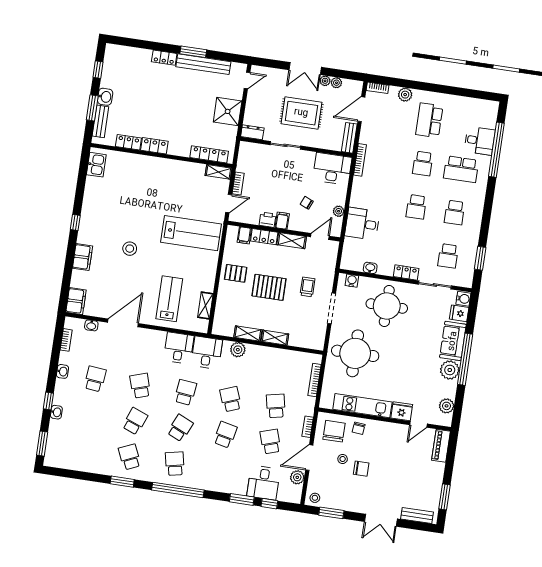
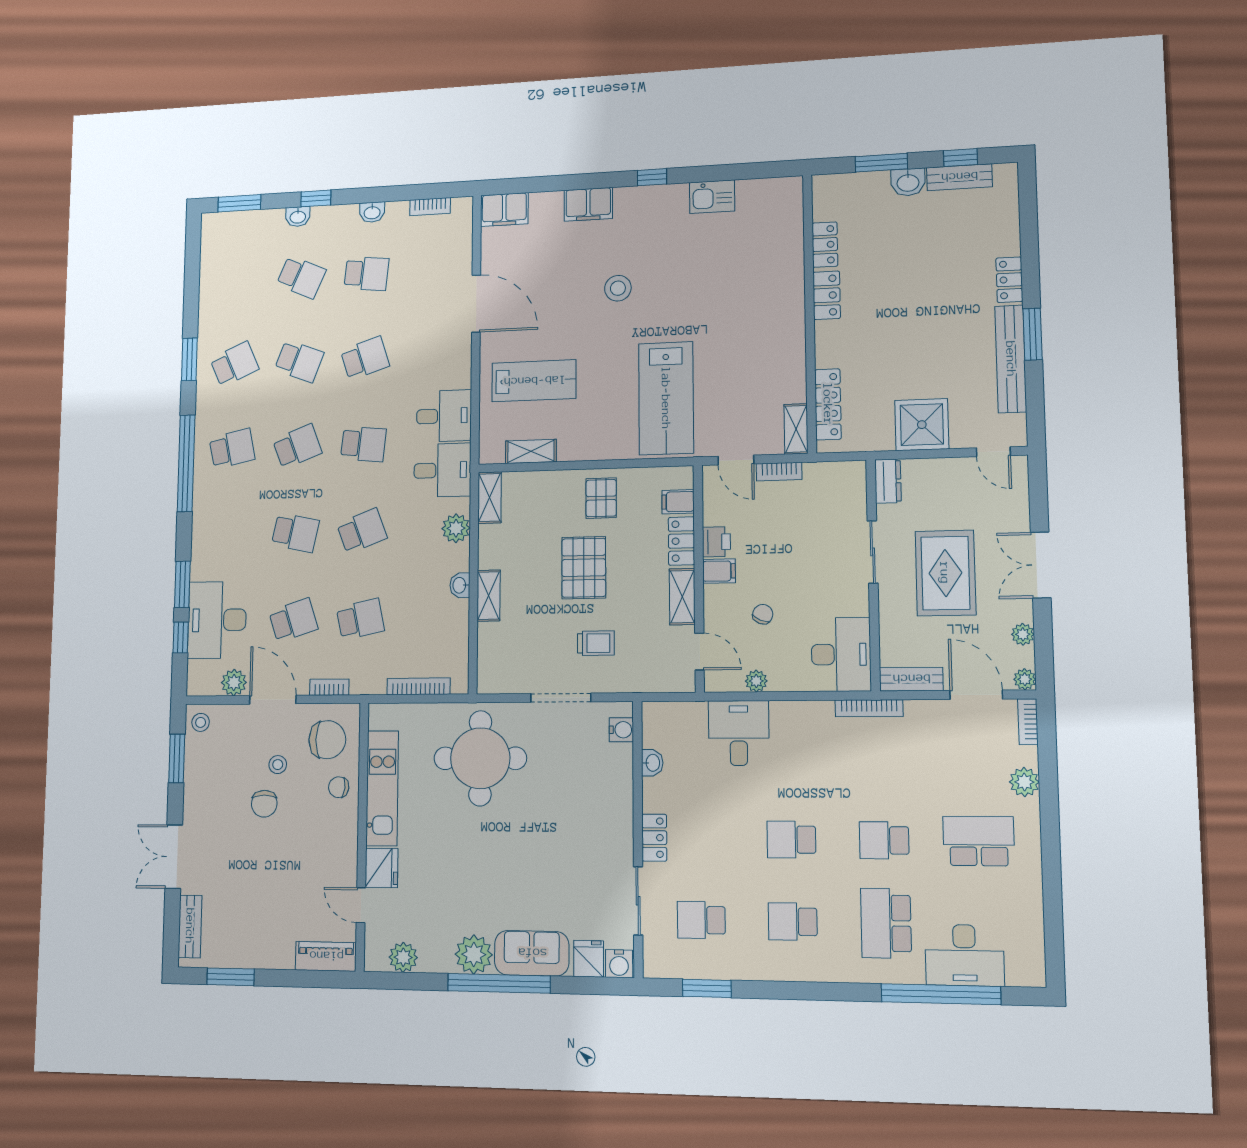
plant: (325, 81) -> (1025, 679), moved
bench: (100, 121) -> (959, 177), moved
desk: (480, 141) -> (964, 955), width x1.37
kitchen sink: (96, 165) -> (712, 197), moved
round table: (387, 306) -> (582, 808), removed
washbasin: (91, 325) -> (460, 585), moved
shelving: (248, 333) -> (490, 498), moved
school desk: (90, 415) -> (301, 277), added
school desk: (180, 428) -> (297, 446), turned -45
desk: (263, 483) -> (217, 620), width x1.37

